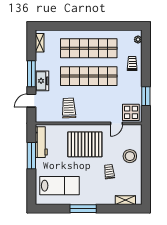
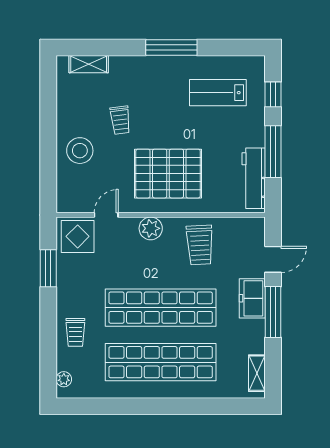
plant: (94, 116) -> (151, 228), added
window: (31, 185) -> (273, 94), added
lab bench: (60, 186) -> (218, 93), width x0.73, depth x0.72

